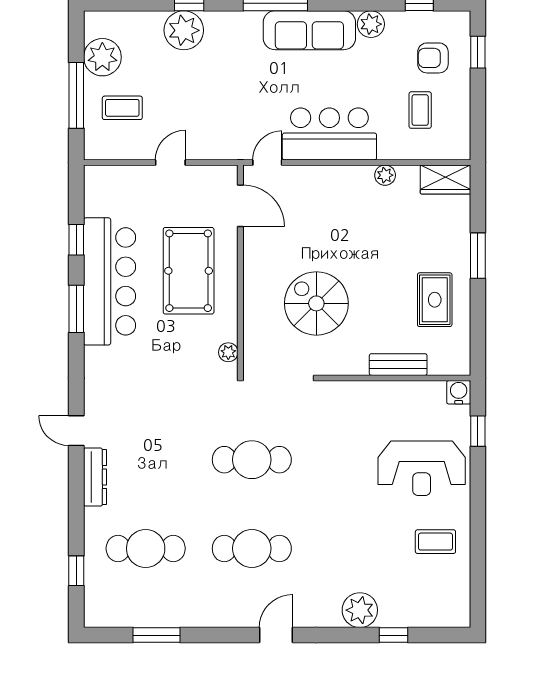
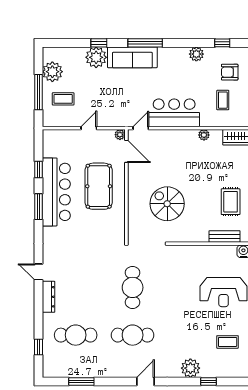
sofa: (309, 30) -> (132, 57), moved
plant: (228, 352) -> (120, 135), moved
bench: (398, 365) -> (225, 236), moved
cafe table: (252, 460) -> (133, 287), turned 90
coffee table: (435, 542) -> (228, 342), moved

